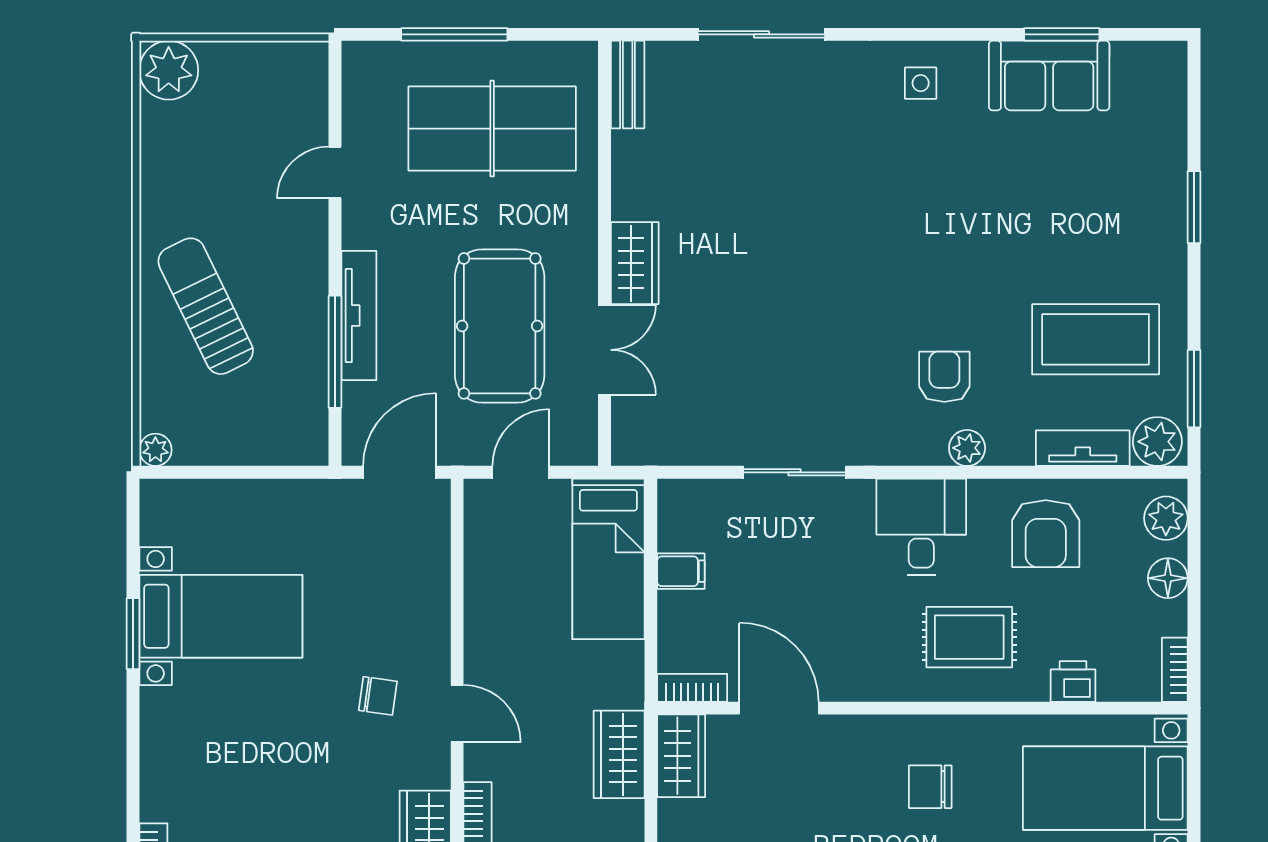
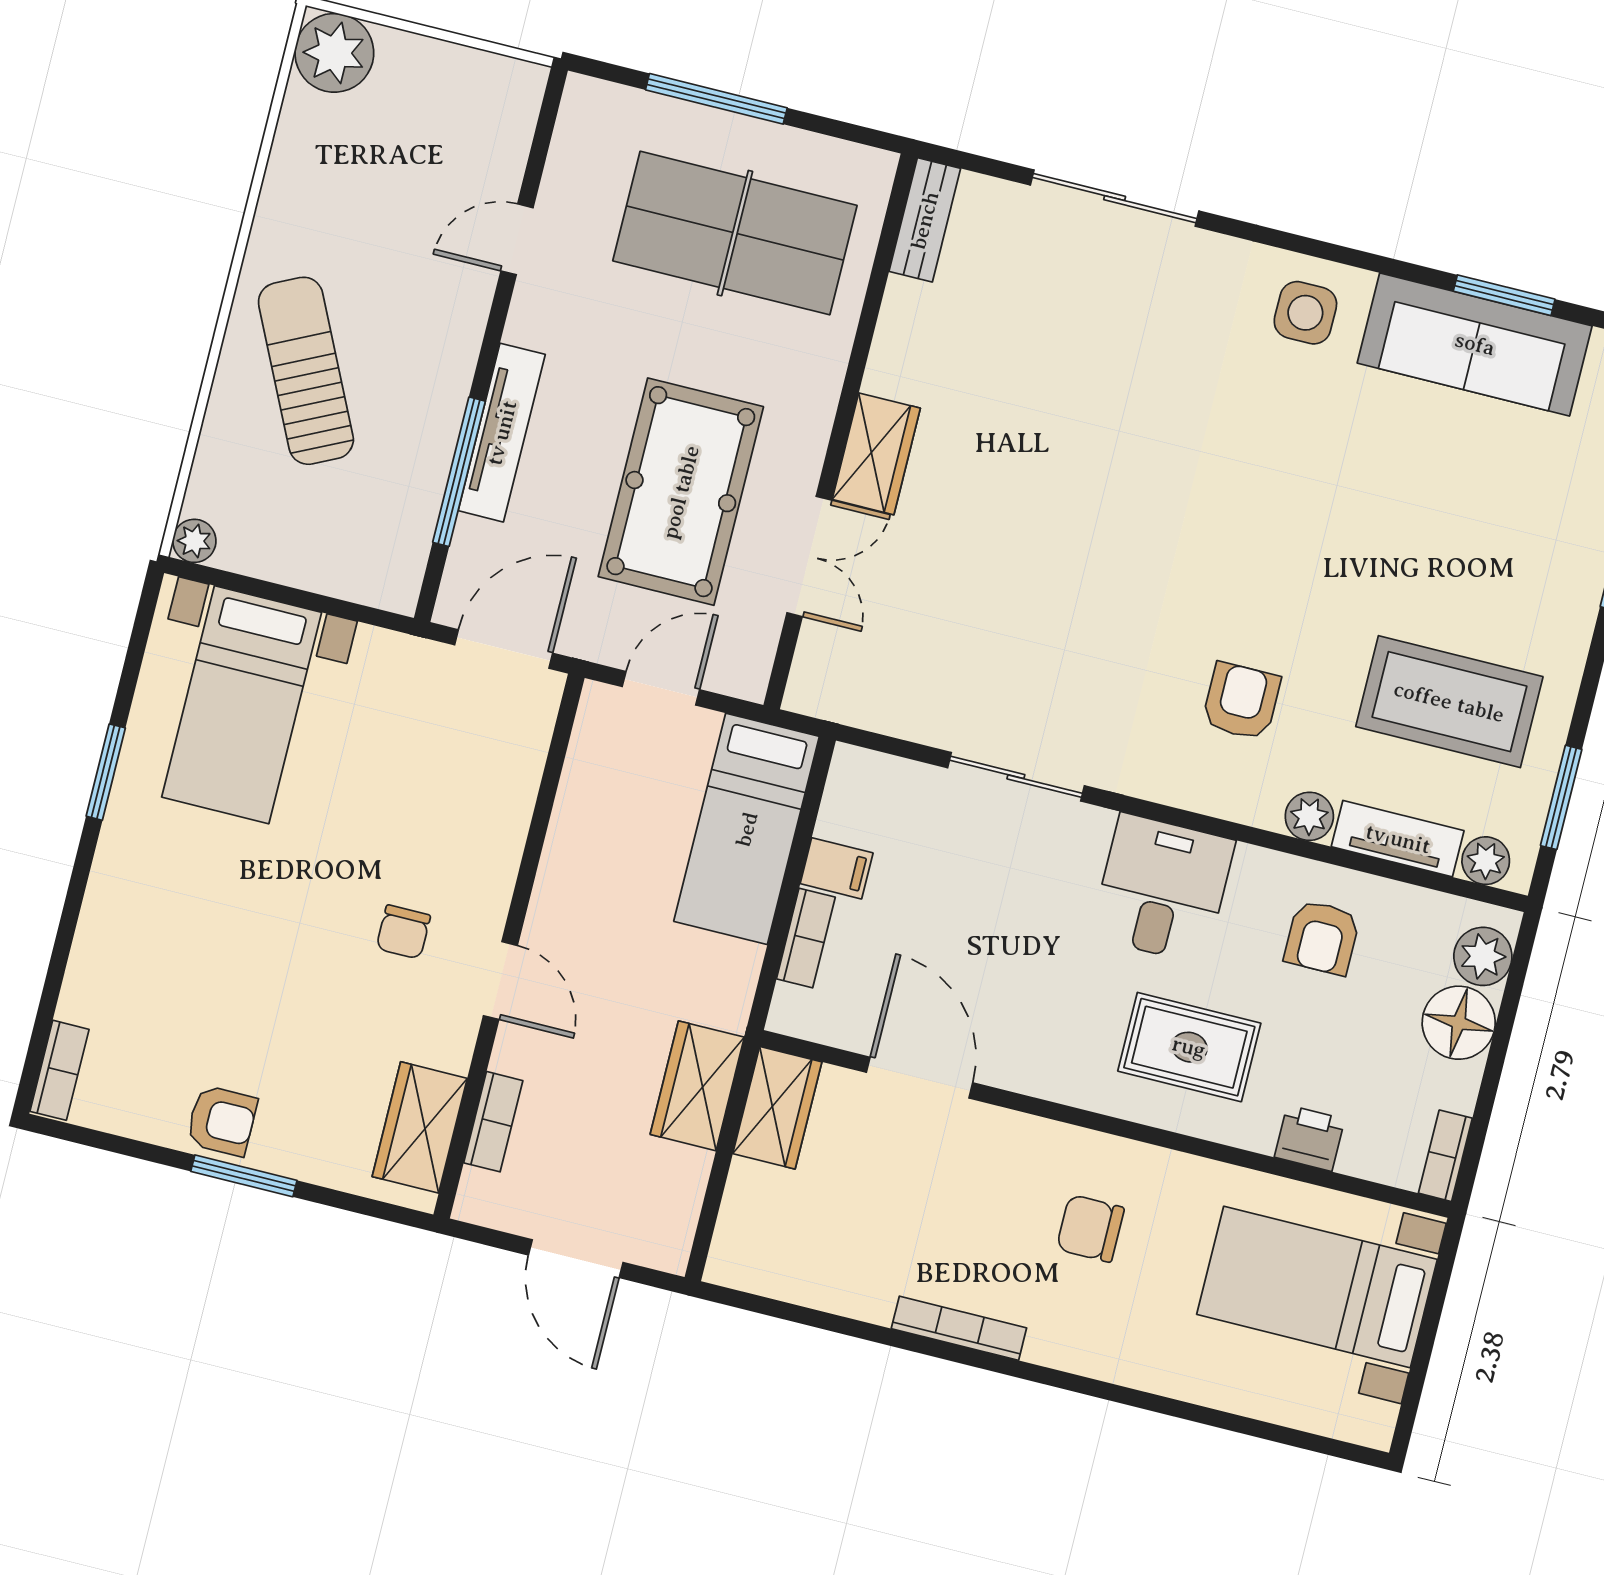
sofa: (1049, 76) -> (1475, 344), width x1.36
side table: (921, 83) -> (1305, 313), width x1.37, depth x1.37
plant: (1157, 442) -> (1486, 861), width x0.73, depth x0.73
plant: (967, 448) -> (1309, 816), moved
armchair: (1046, 534) -> (1322, 938), width x0.72, depth x0.72
floor lamp: (1168, 578) -> (1459, 1023), width x1.38, depth x1.38
bed with nightstands: (221, 616) -> (242, 705), moved, turned 90
bookcase: (692, 688) -> (806, 938), moved, turned 90
chair: (378, 696) -> (403, 932), turned 82

